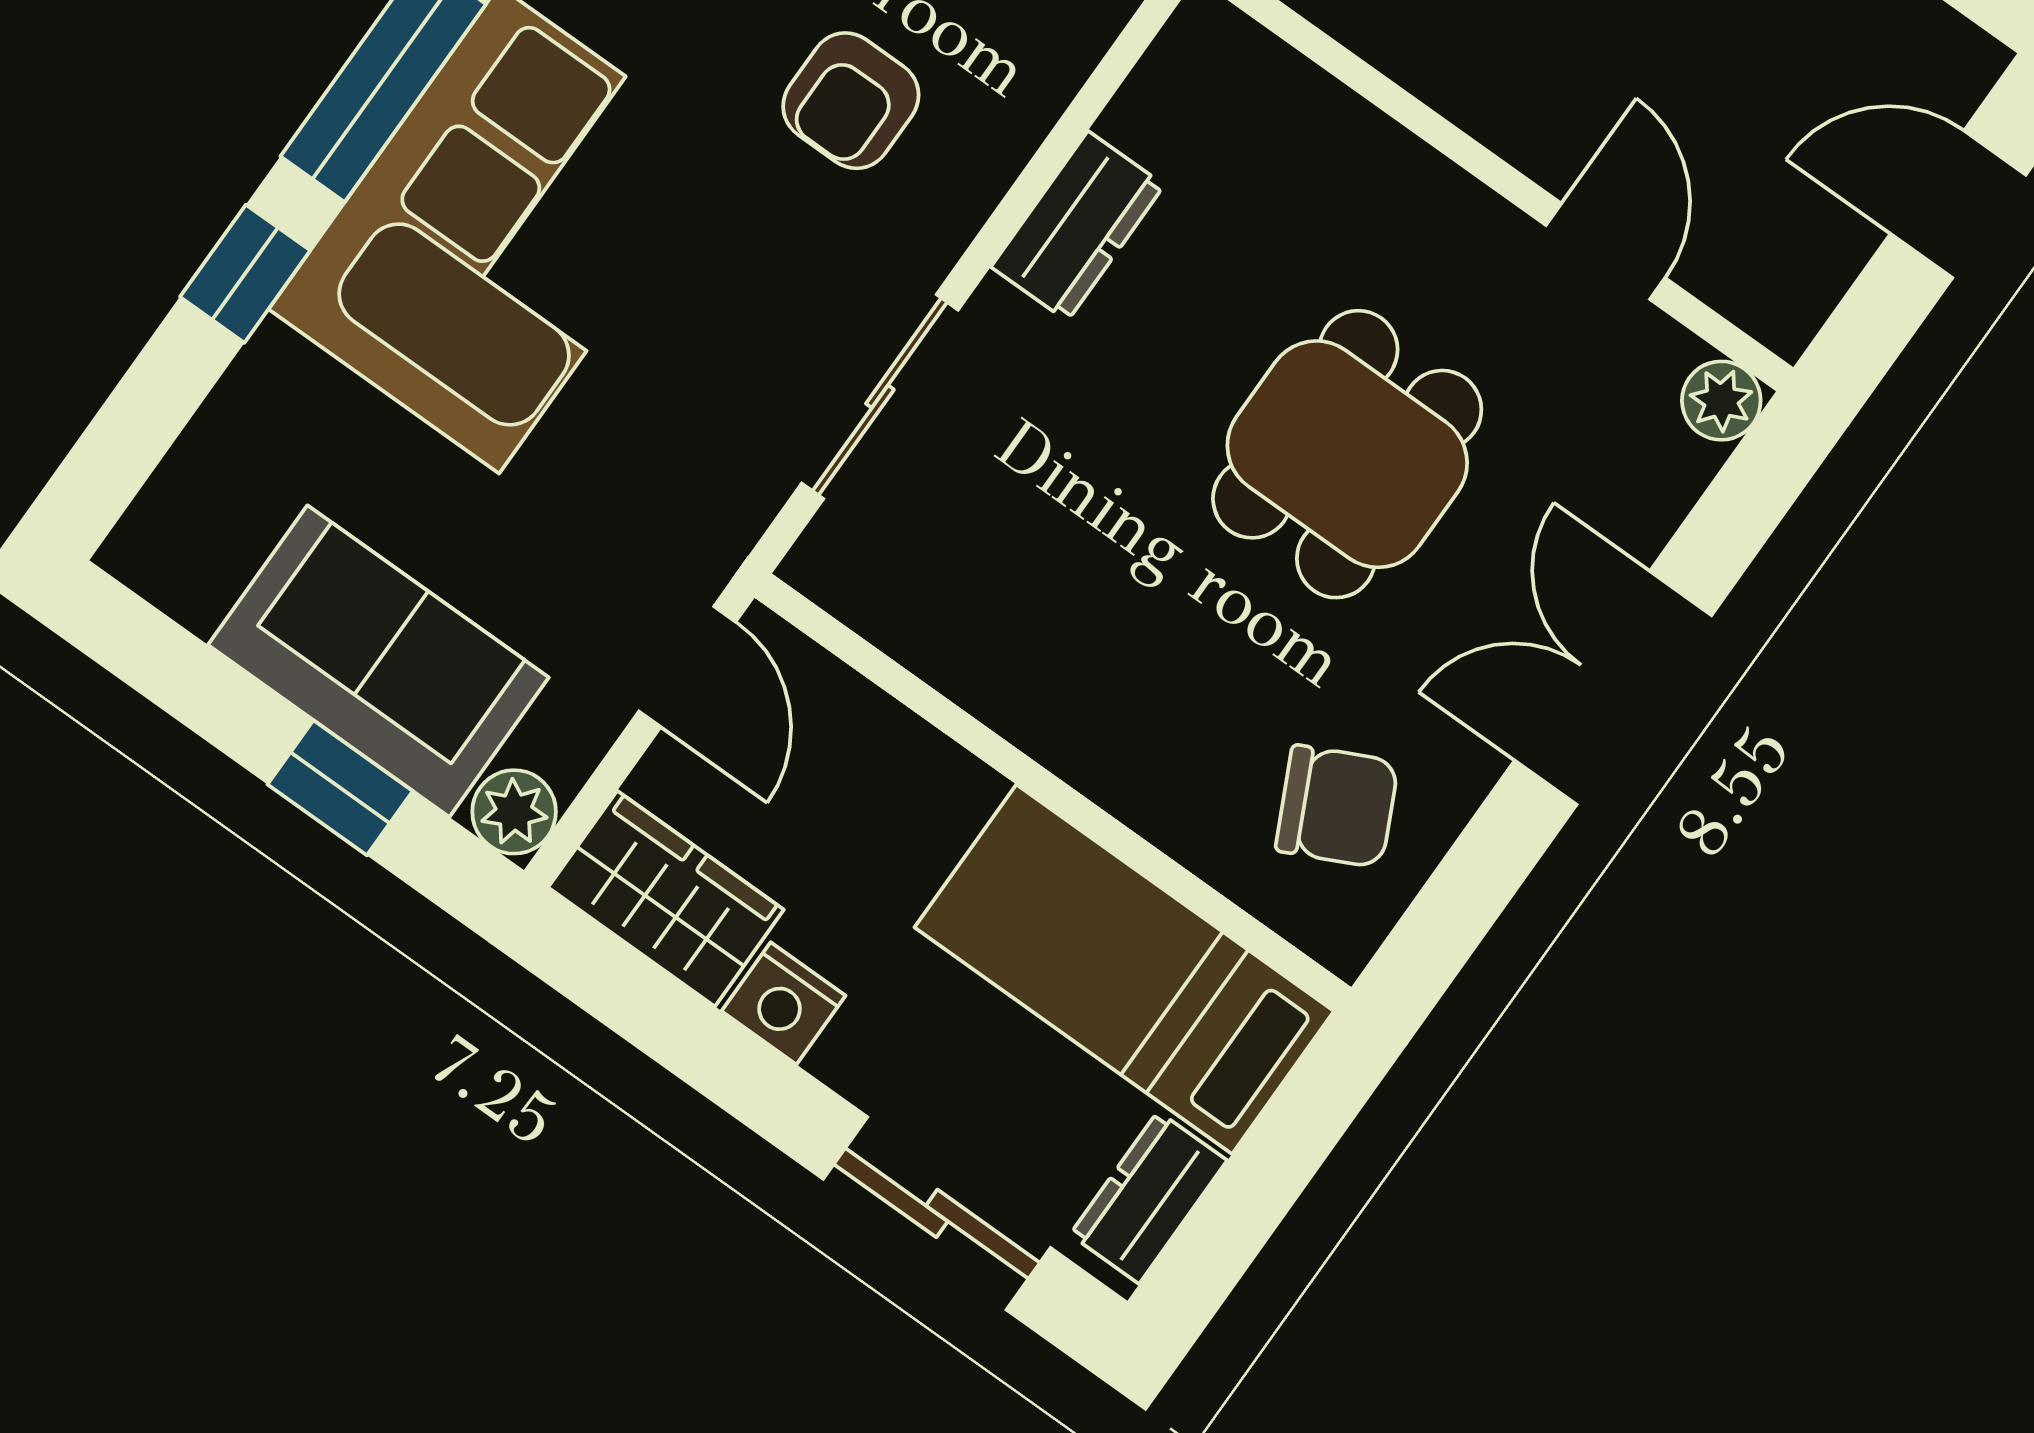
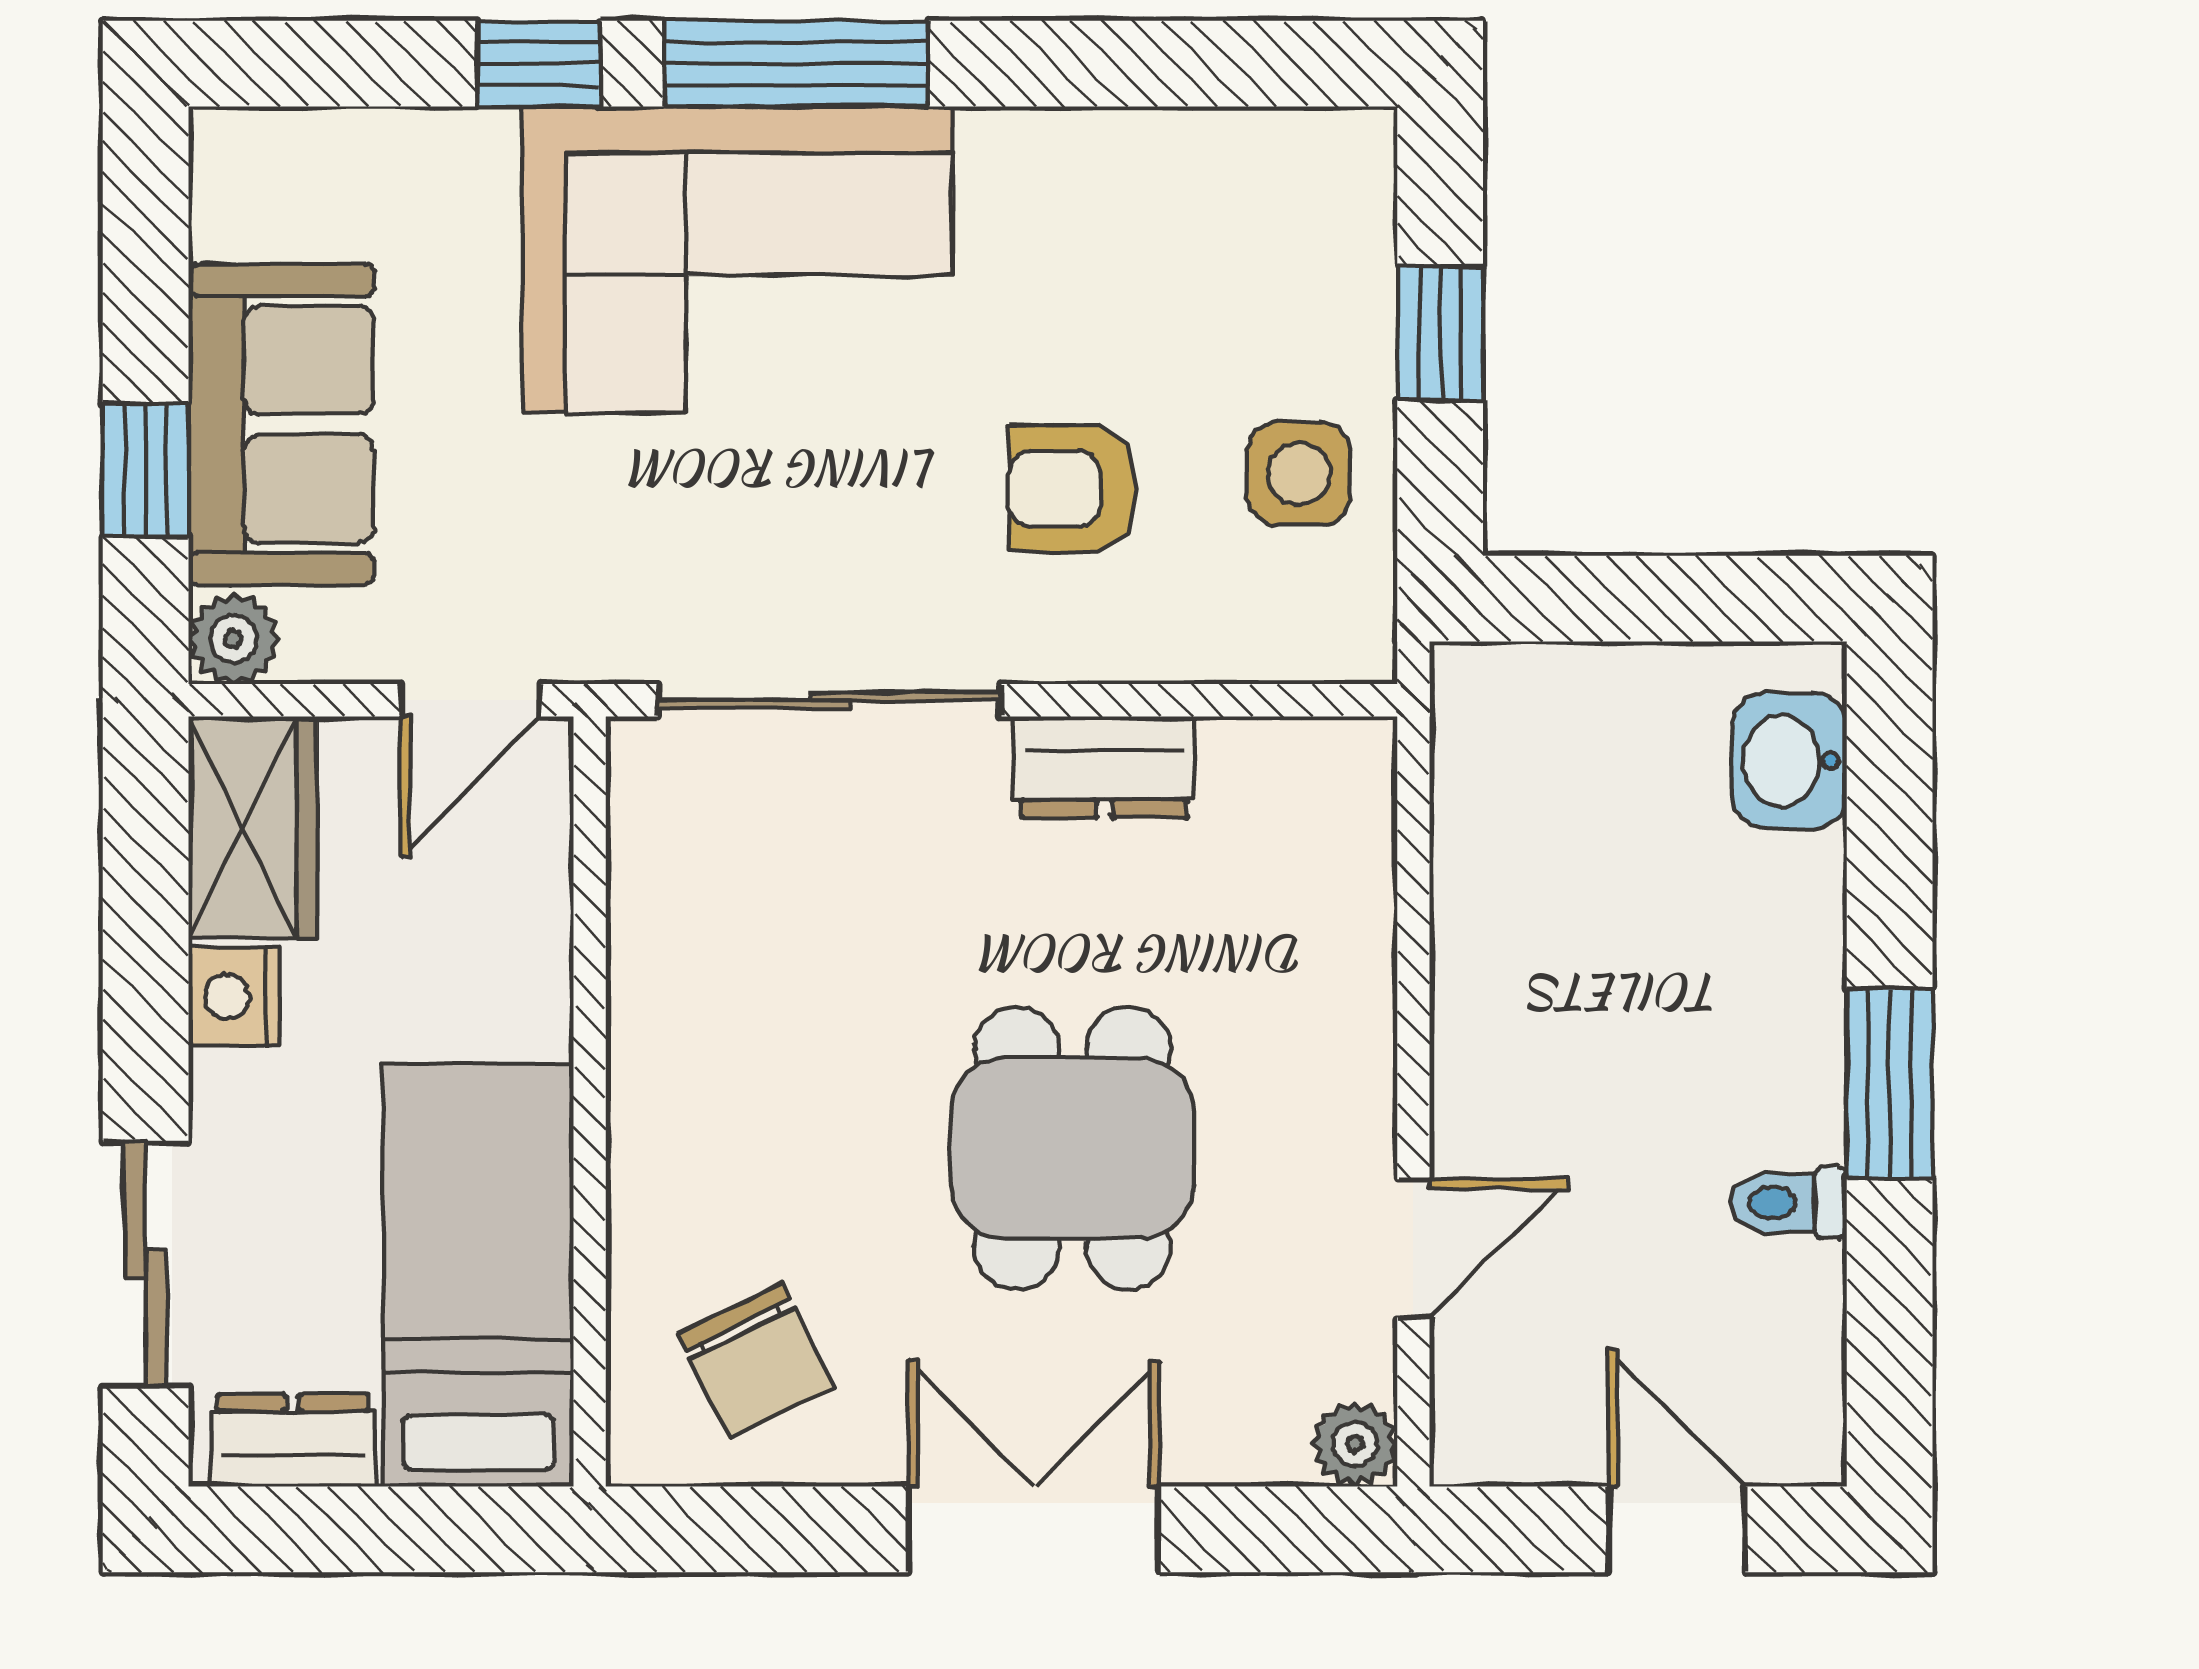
sliding door: (880, 397) -> (830, 700), width x1.37
dining table: (1347, 454) -> (1072, 1148), turned 90

